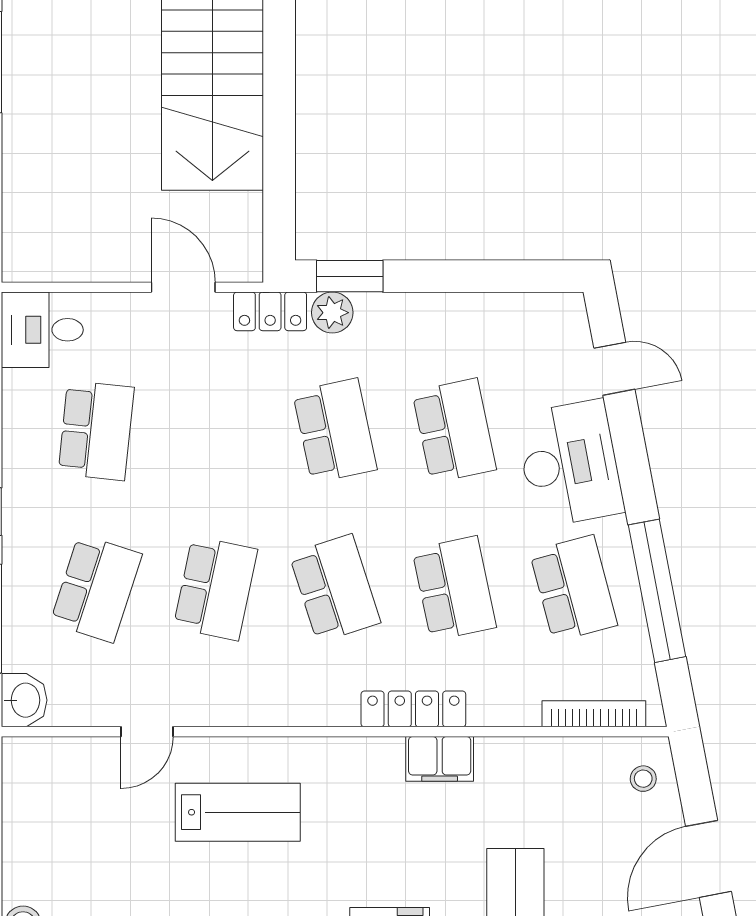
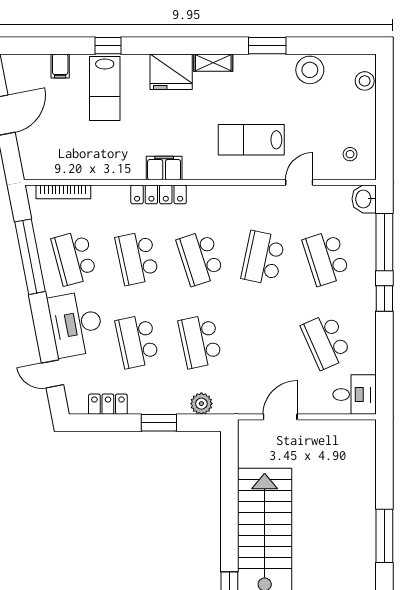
window: (350, 276) -> (159, 423), moved
door: (183, 287) -> (280, 417), swing flipped
locker: (270, 311) -> (108, 404), moved
school desk: (96, 431) -> (326, 341), turned -30
school desk: (96, 588) -> (326, 258), turned -36
filing cabinet: (440, 759) -> (164, 168), moved
stool: (643, 779) -> (350, 154), moved

